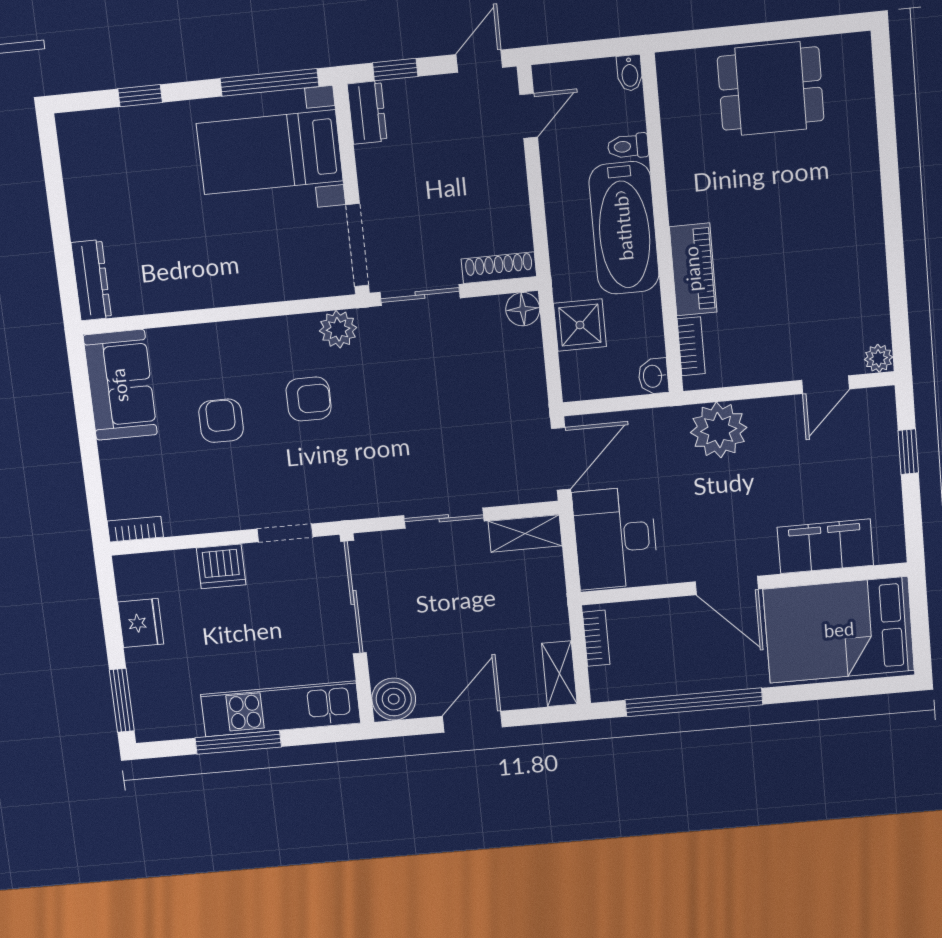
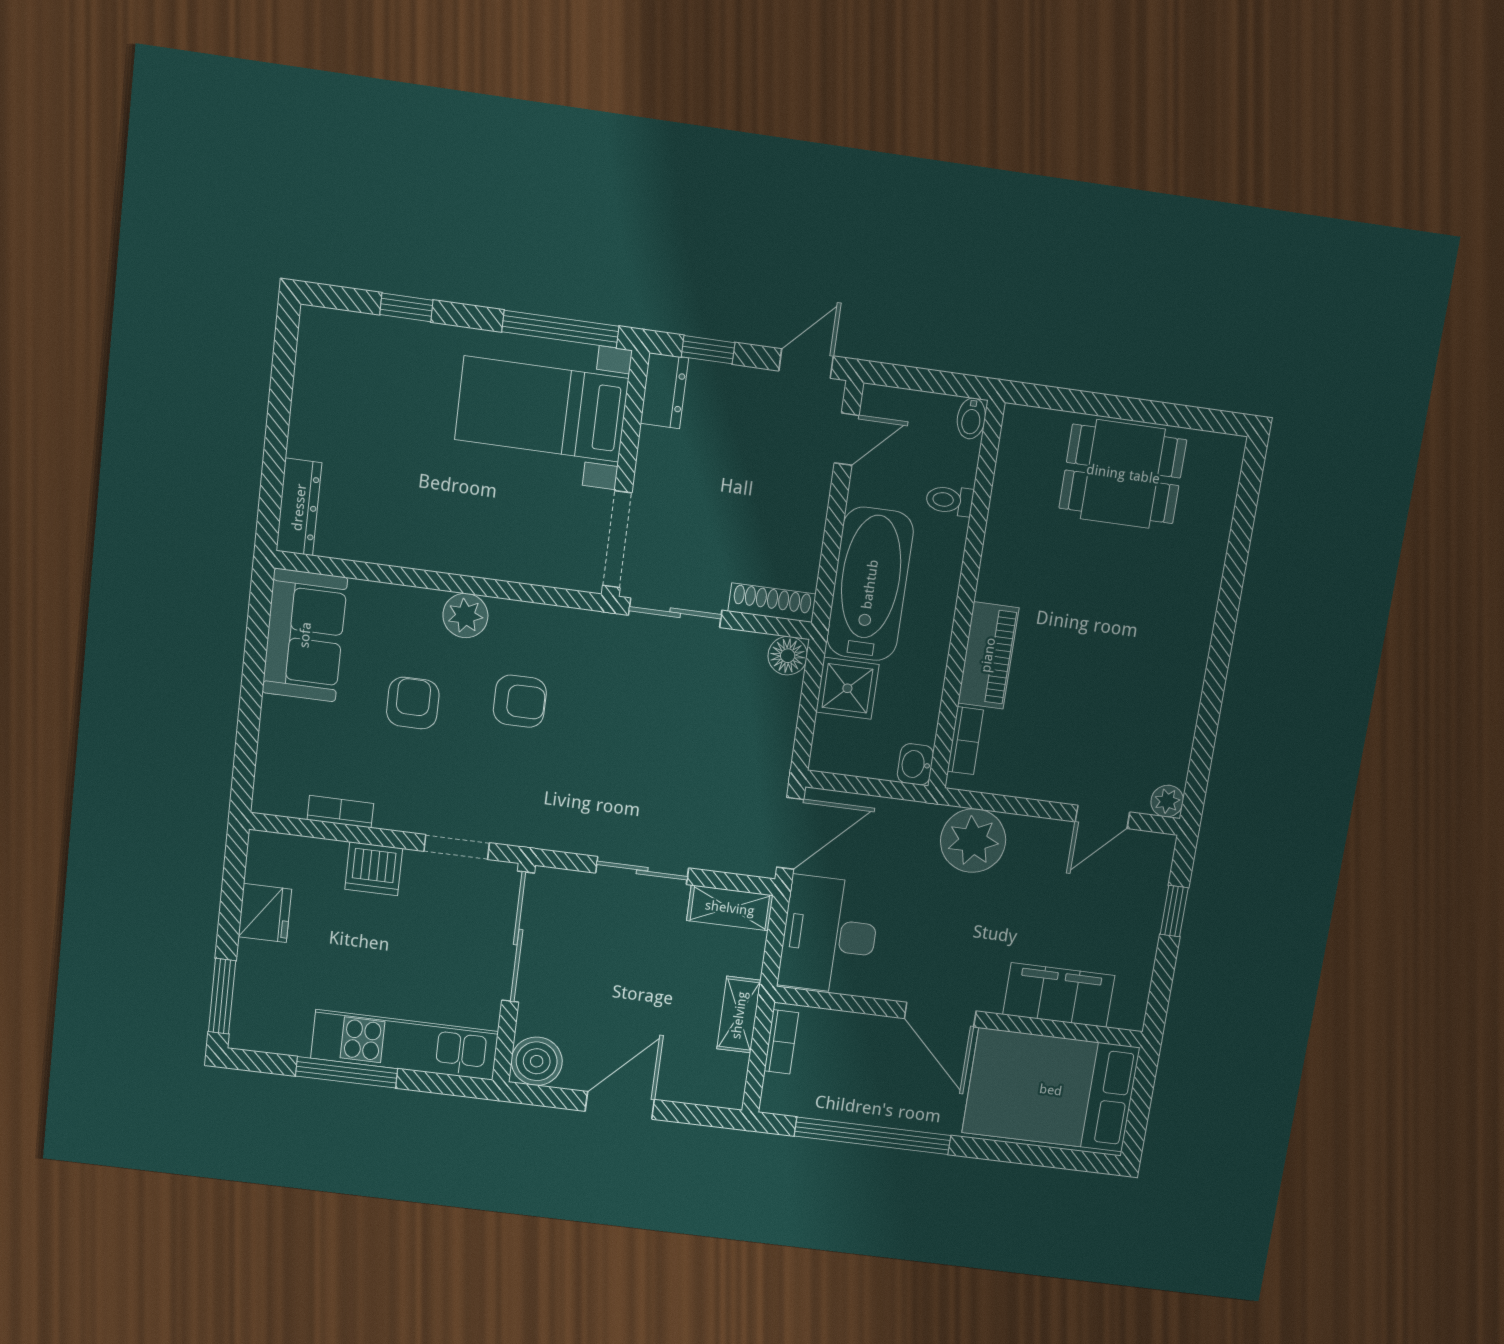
bathtub: (624, 228) -> (870, 584), moved, turned 180
plant: (338, 329) -> (465, 616), moved
bookcase: (135, 529) -> (340, 812), moved
shelving: (559, 674) -> (739, 1015), moved

